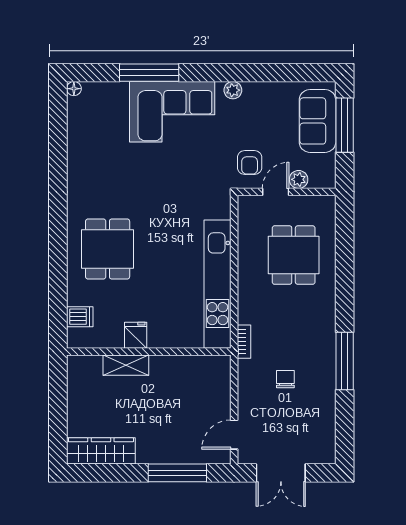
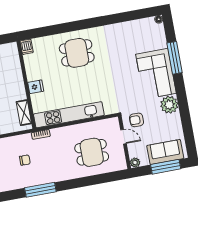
plant: (233, 90) -> (169, 105), width x1.88, depth x1.88
plant: (299, 179) -> (135, 163), moved
dishwasher: (80, 317) -> (27, 47), moved
fridge: (136, 335) -> (36, 87), moved
shelving: (126, 365) -> (24, 113), moved

